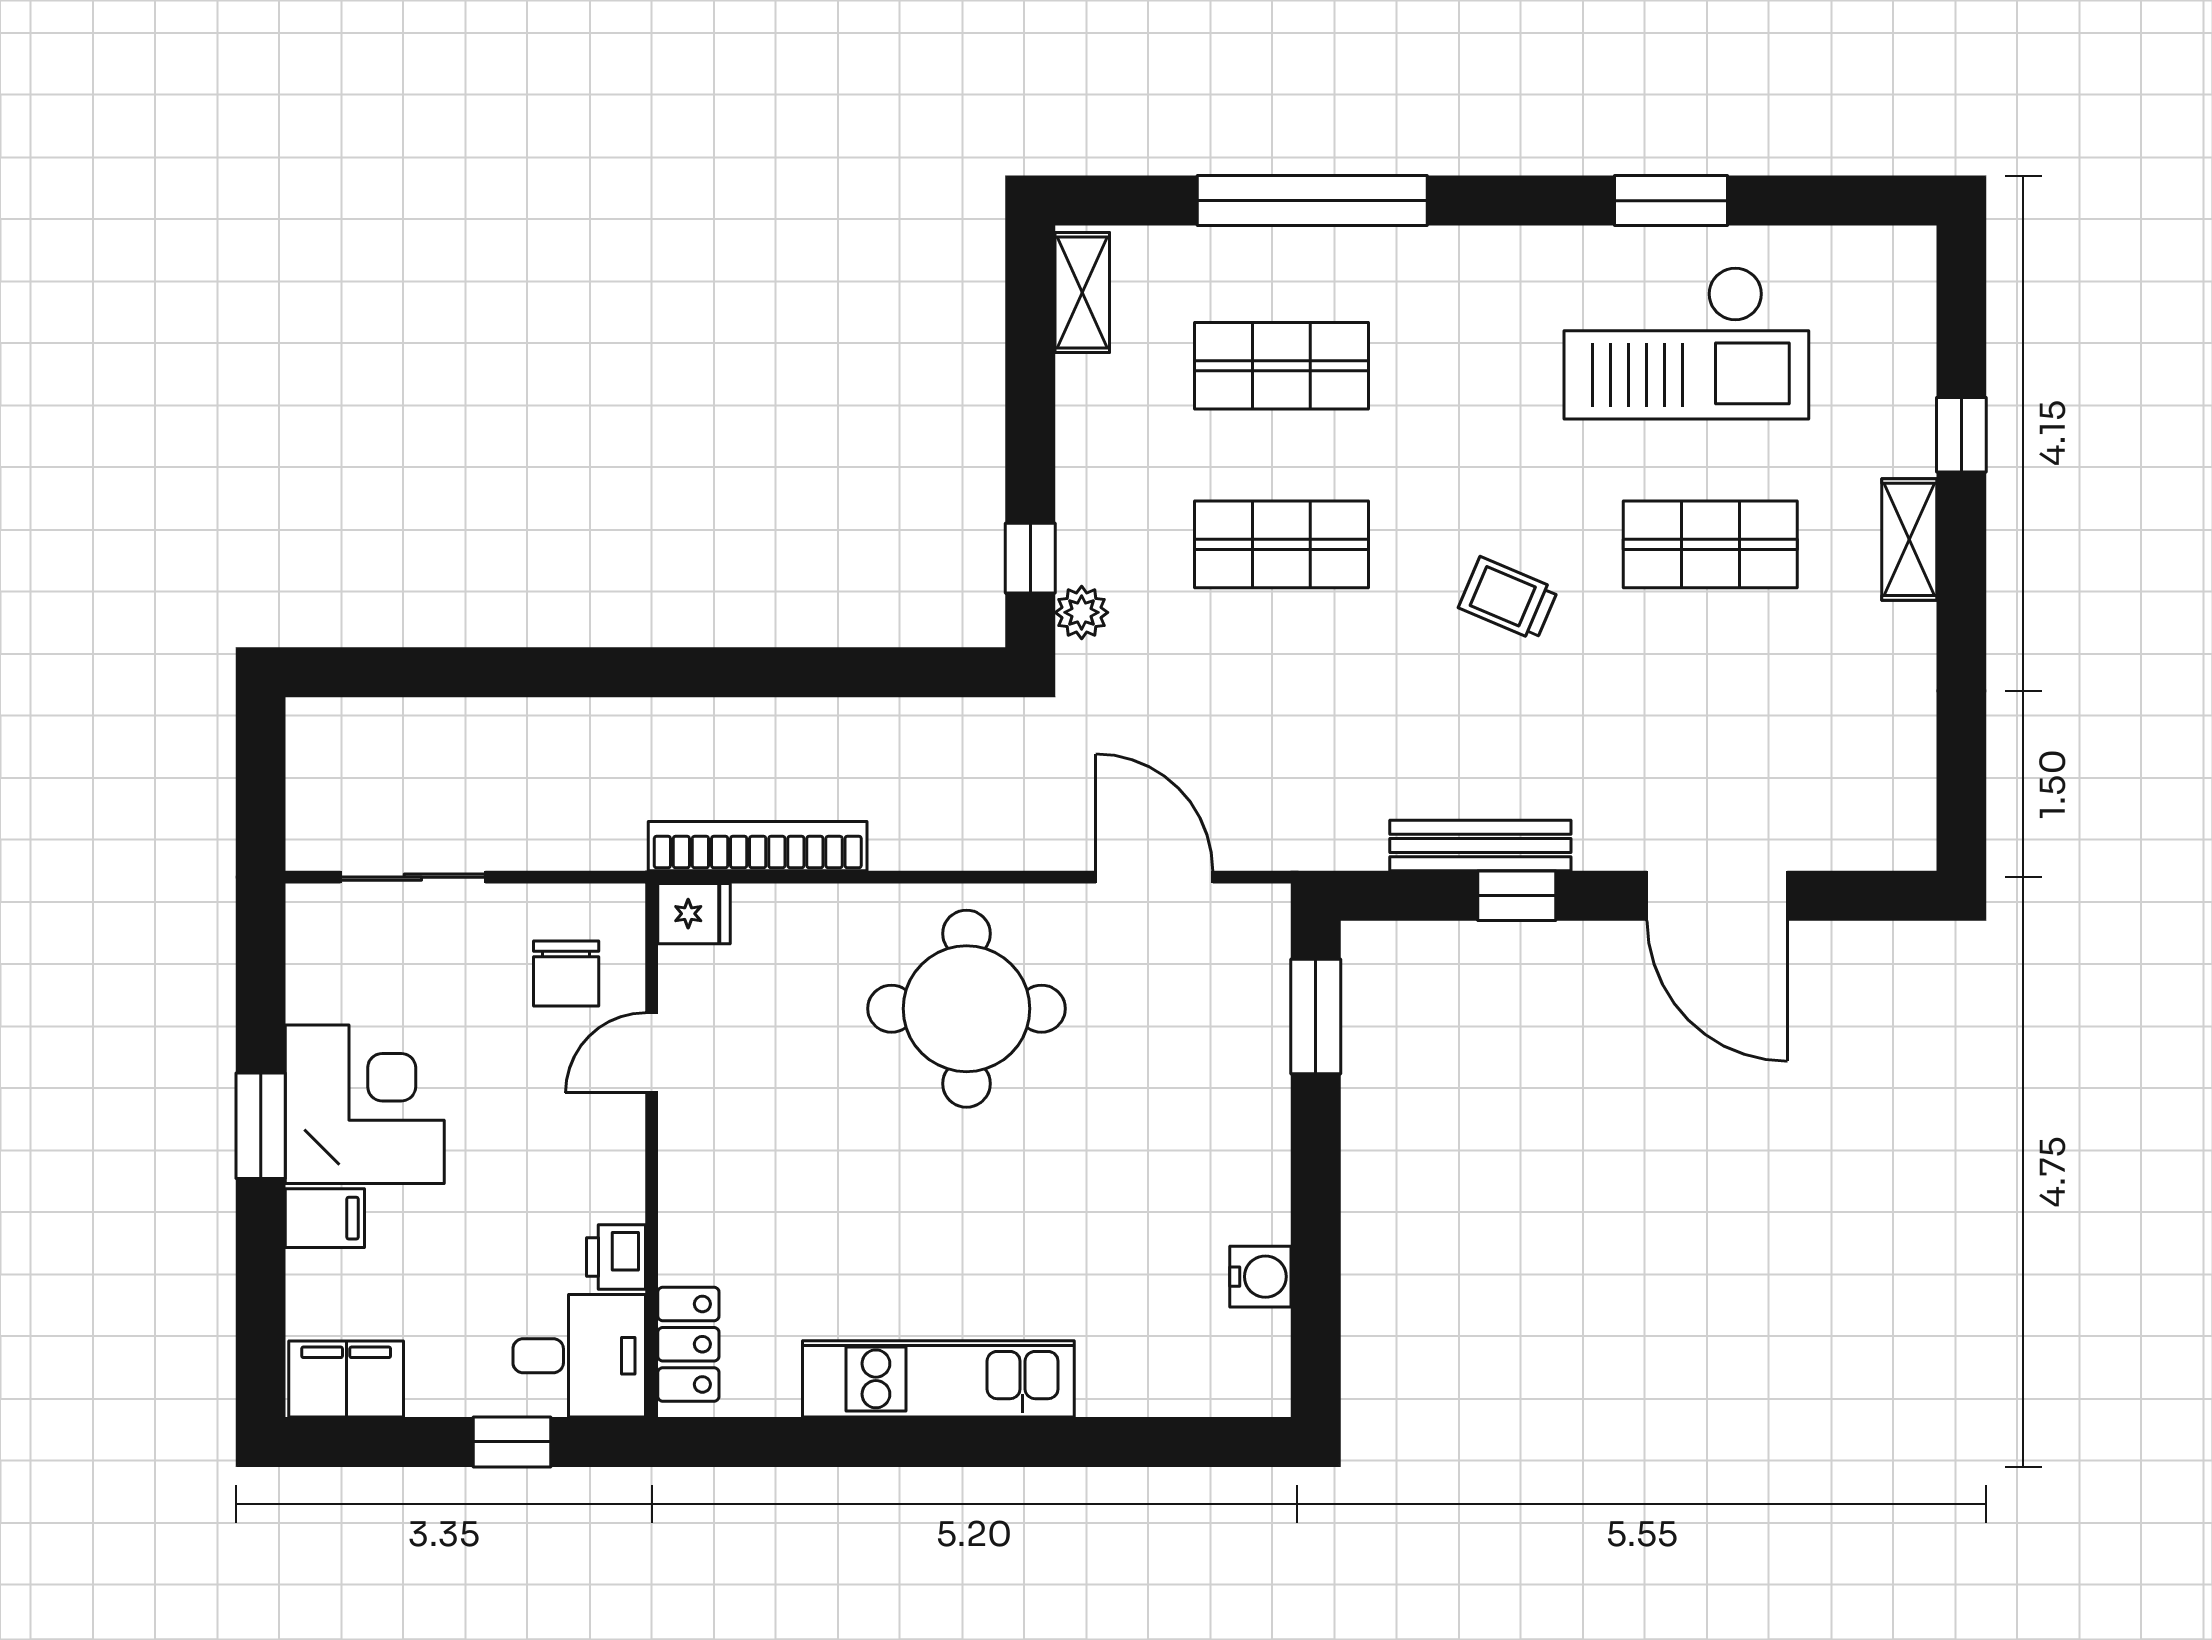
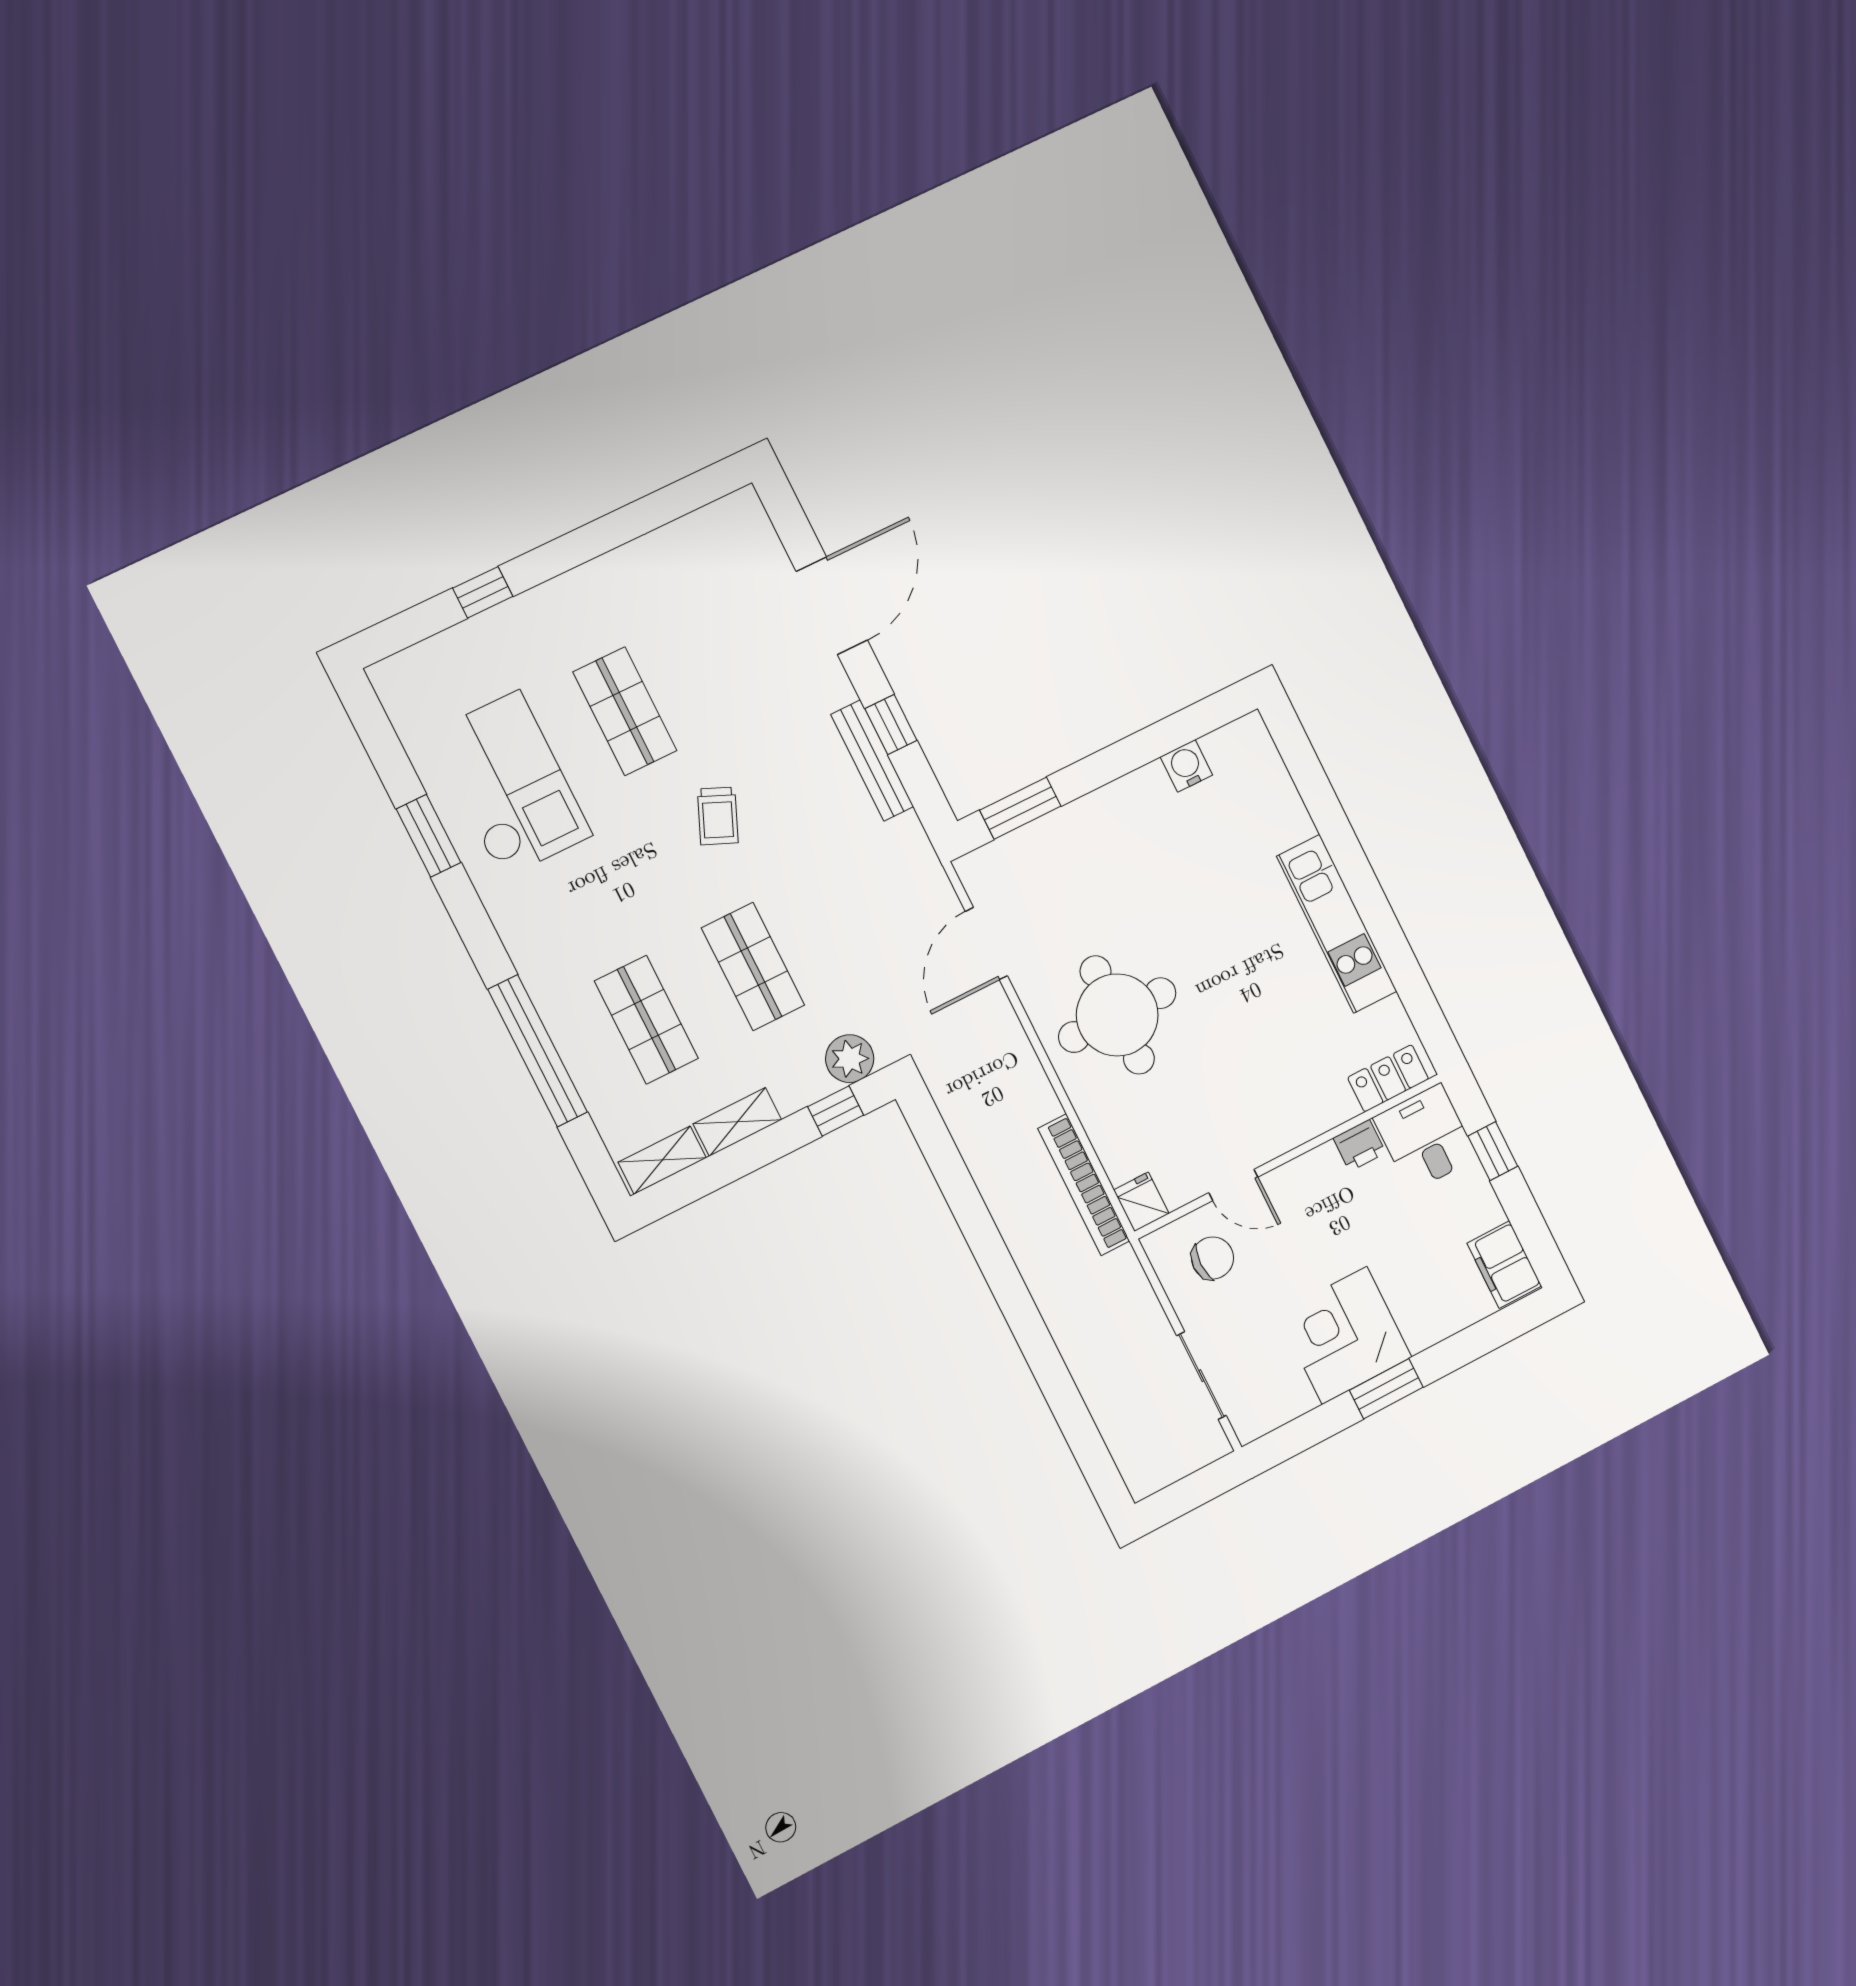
shelving: (1909, 539) -> (737, 1122), moved
plant: (1082, 612) -> (850, 1059), width x1.38, depth x1.38
filing cabinet: (325, 1218) -> (1420, 1324), removed

